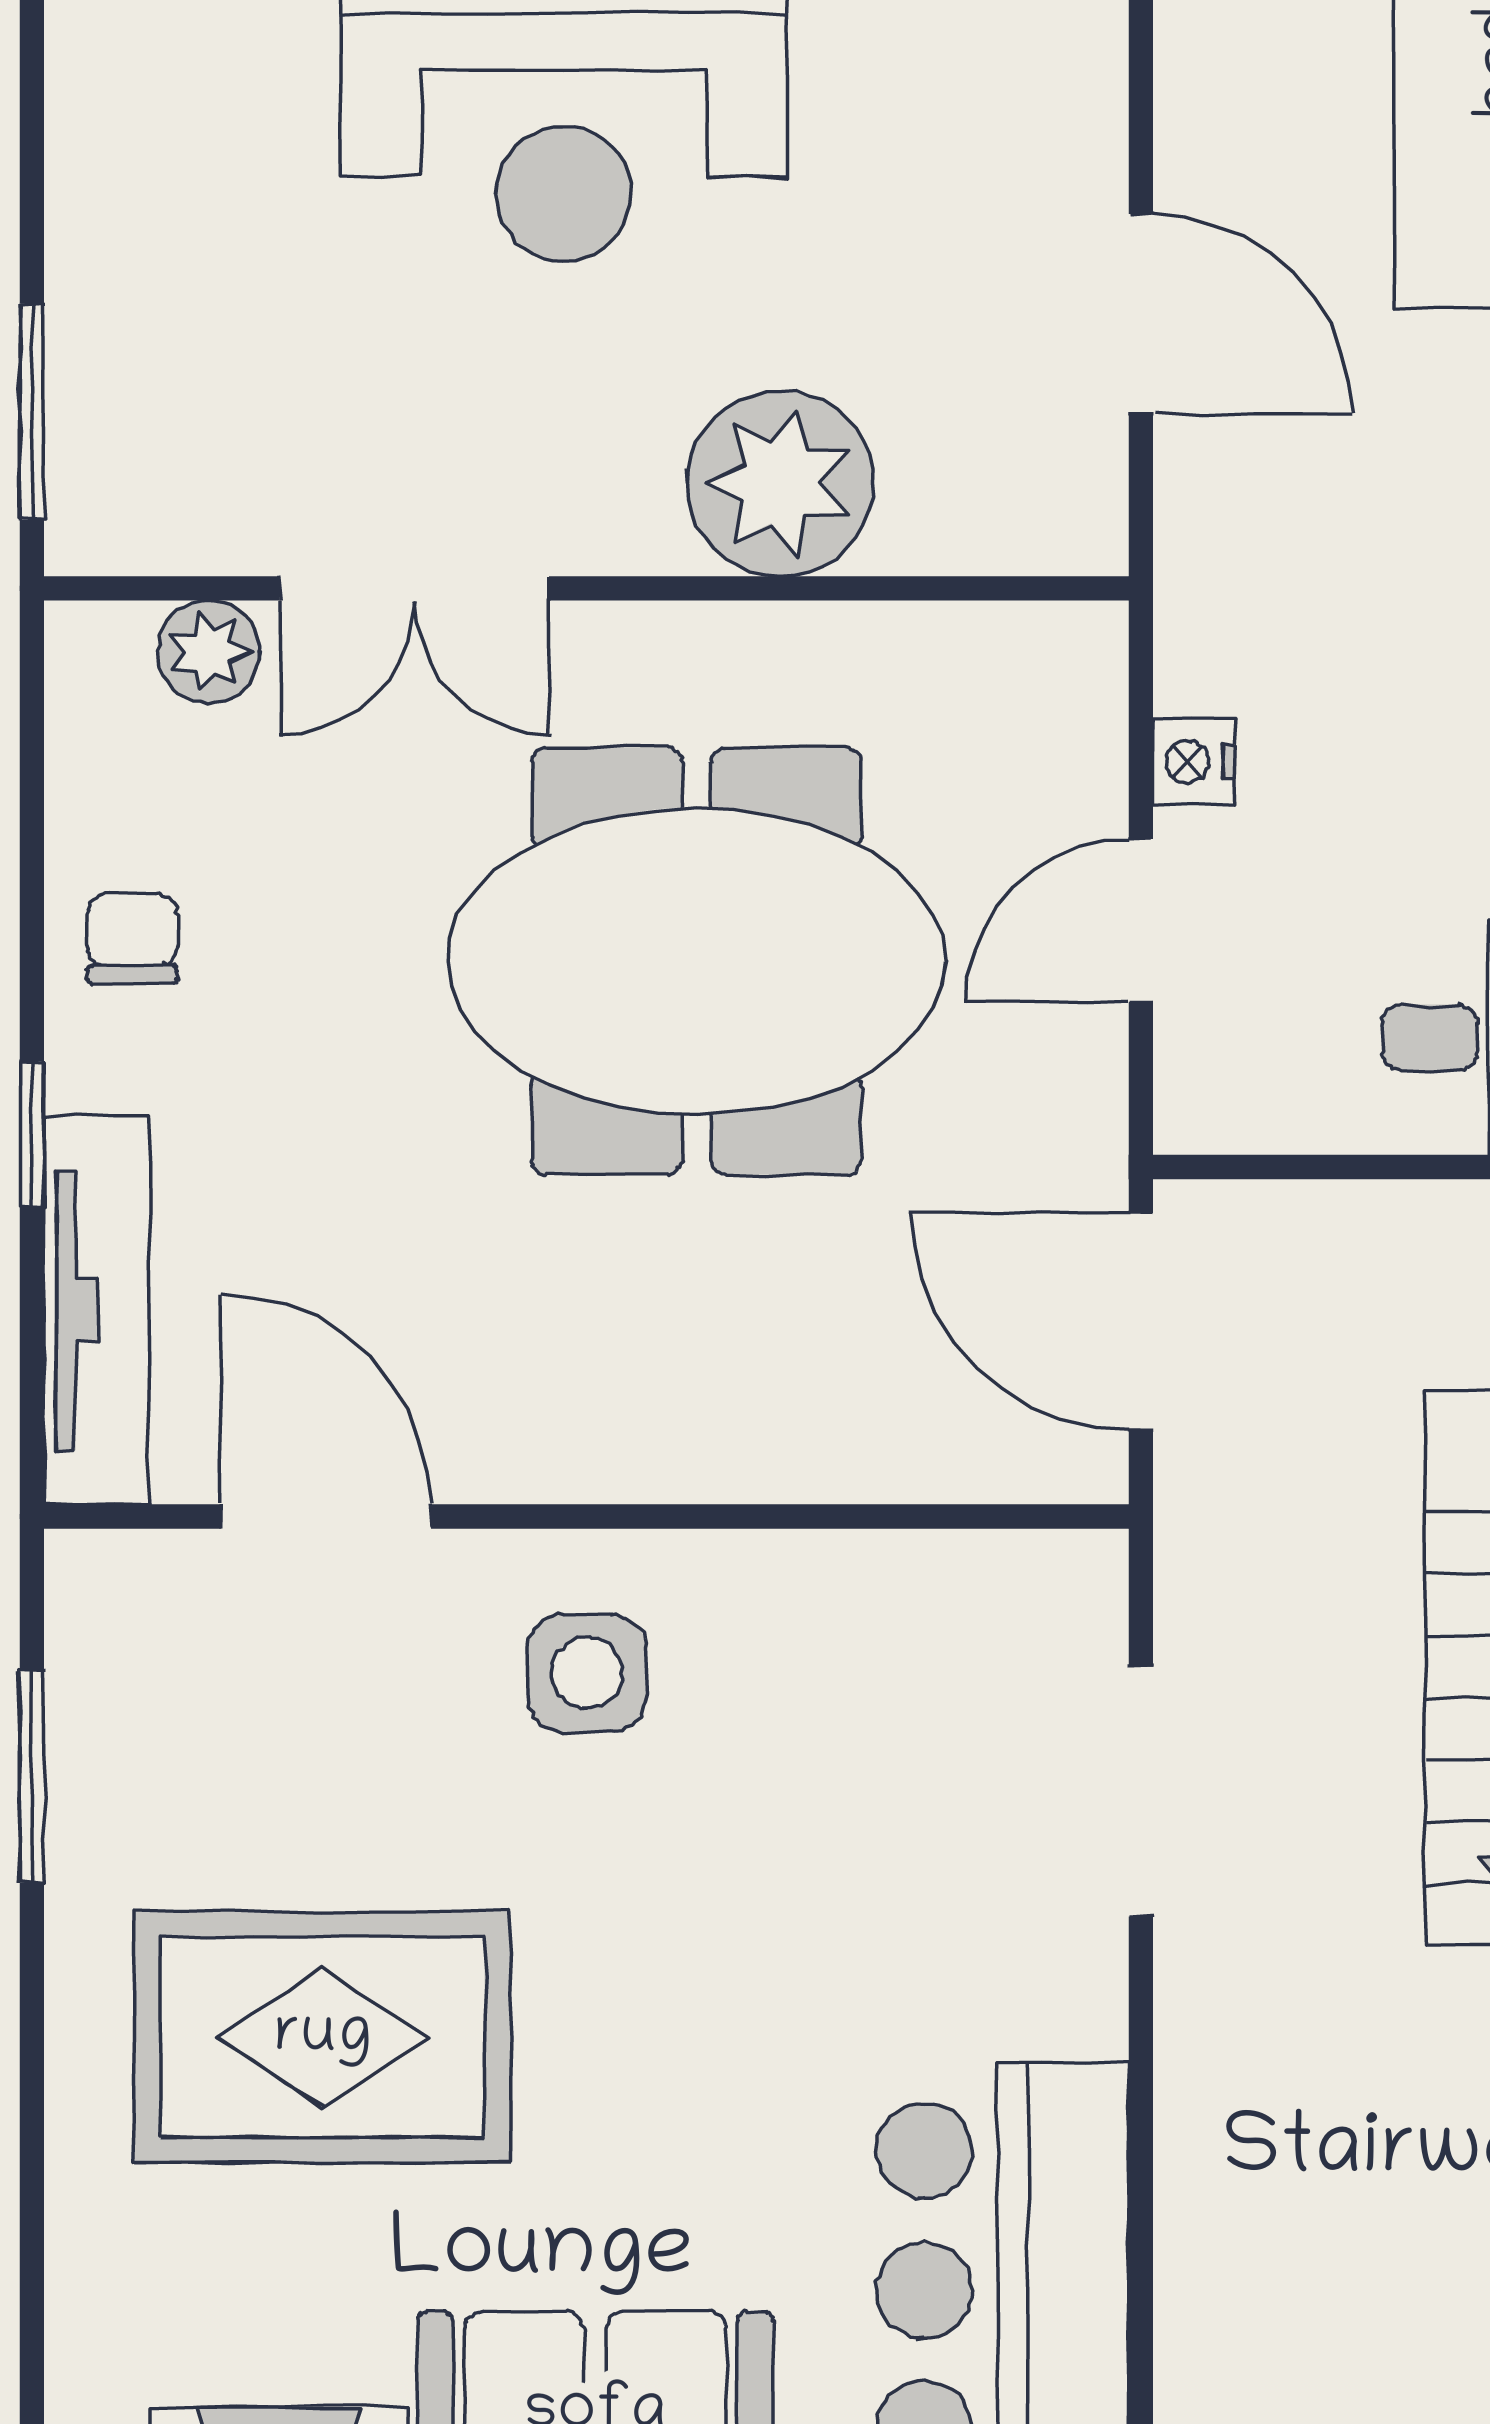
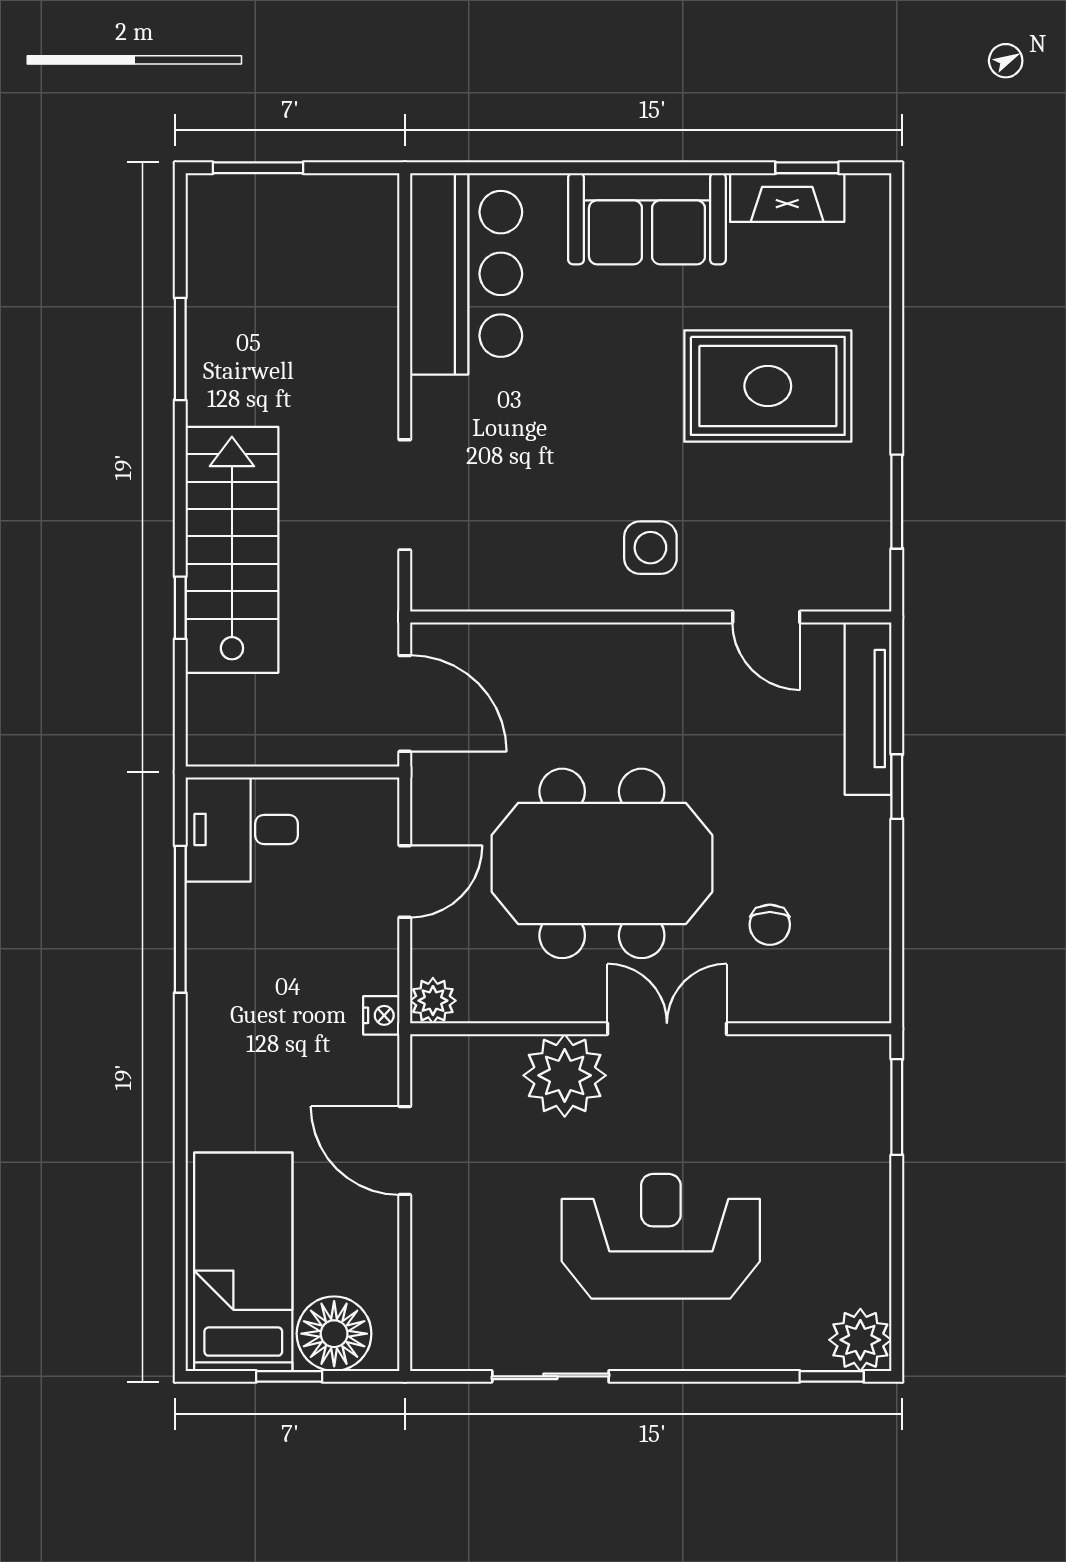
double door: (414, 588) -> (667, 1029), moved
plant: (209, 652) -> (433, 1001), moved
nightstand: (1194, 761) -> (381, 1015), moved
chair: (132, 938) -> (770, 925), moved
door: (326, 1517) -> (766, 617), width x0.73

